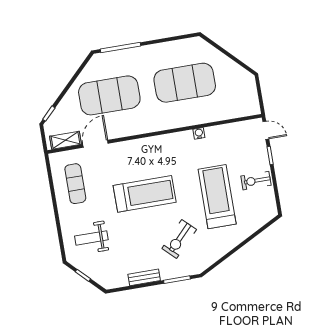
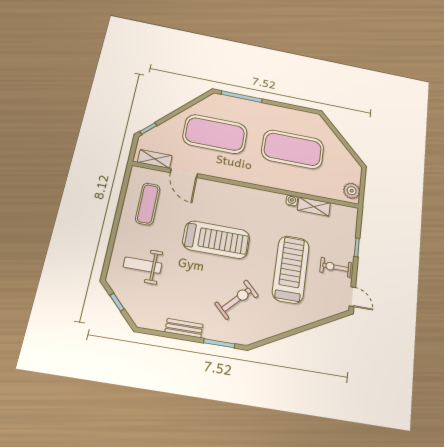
plant: (251, 103) -> (352, 191), added
door: (266, 130) -> (352, 297), moved
shelving: (221, 131) -> (314, 207), added
door: (95, 144) -> (184, 173), swing flipped
exercise bike: (179, 239) -> (237, 300), turned 180

